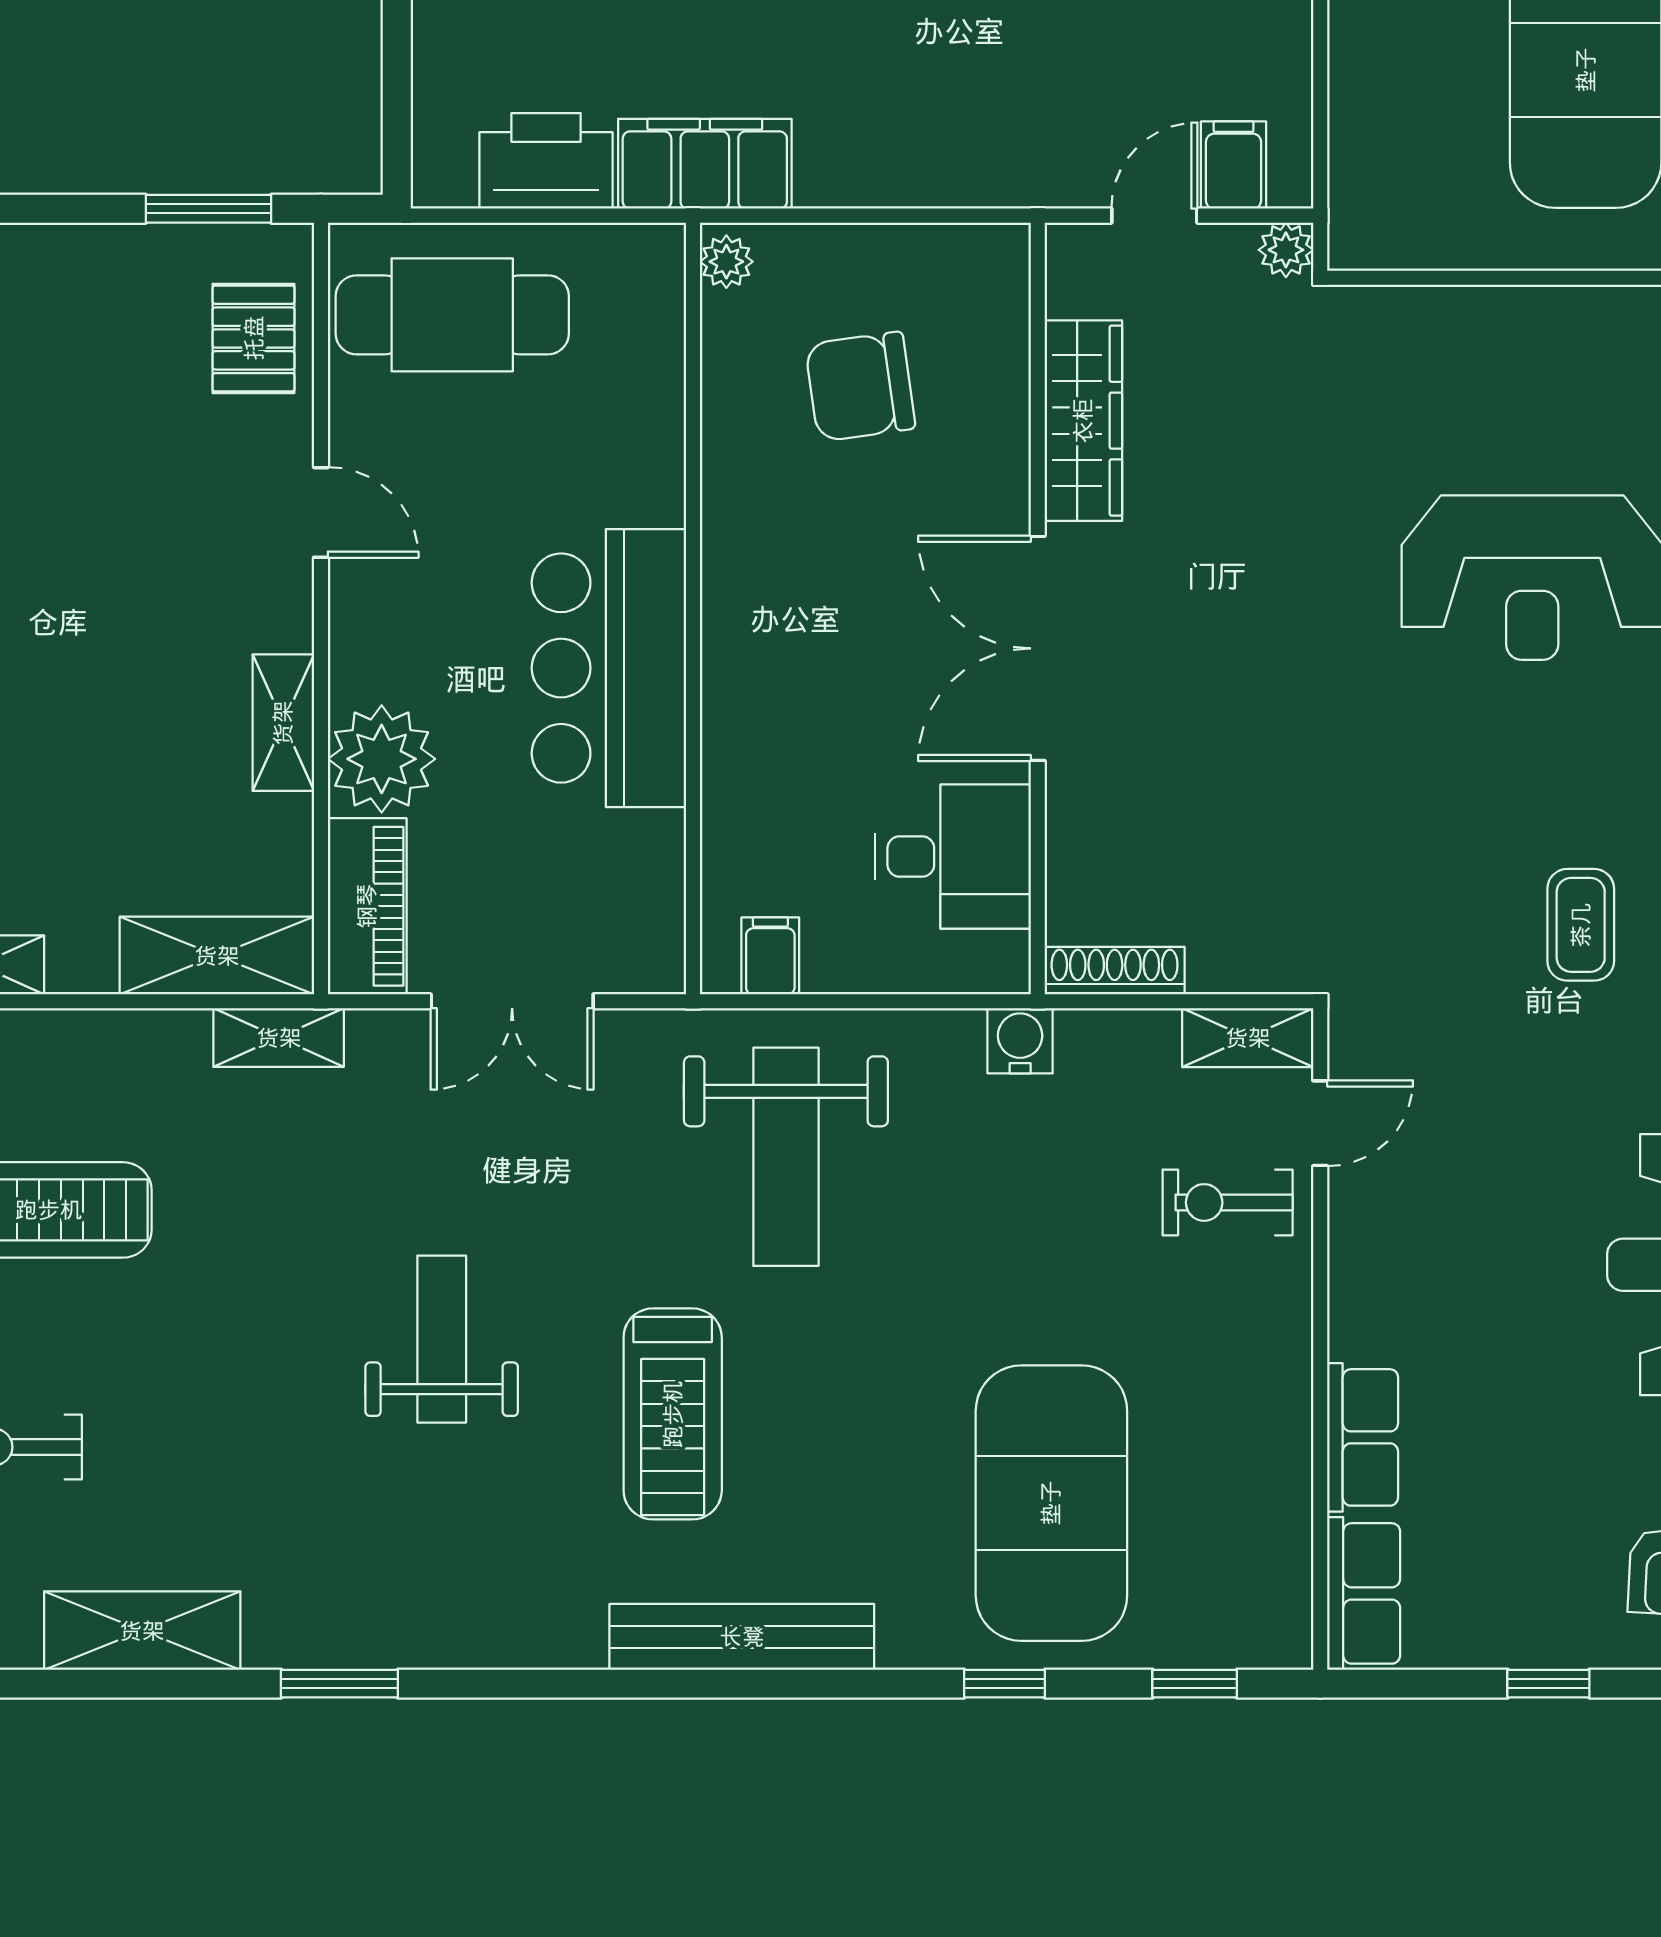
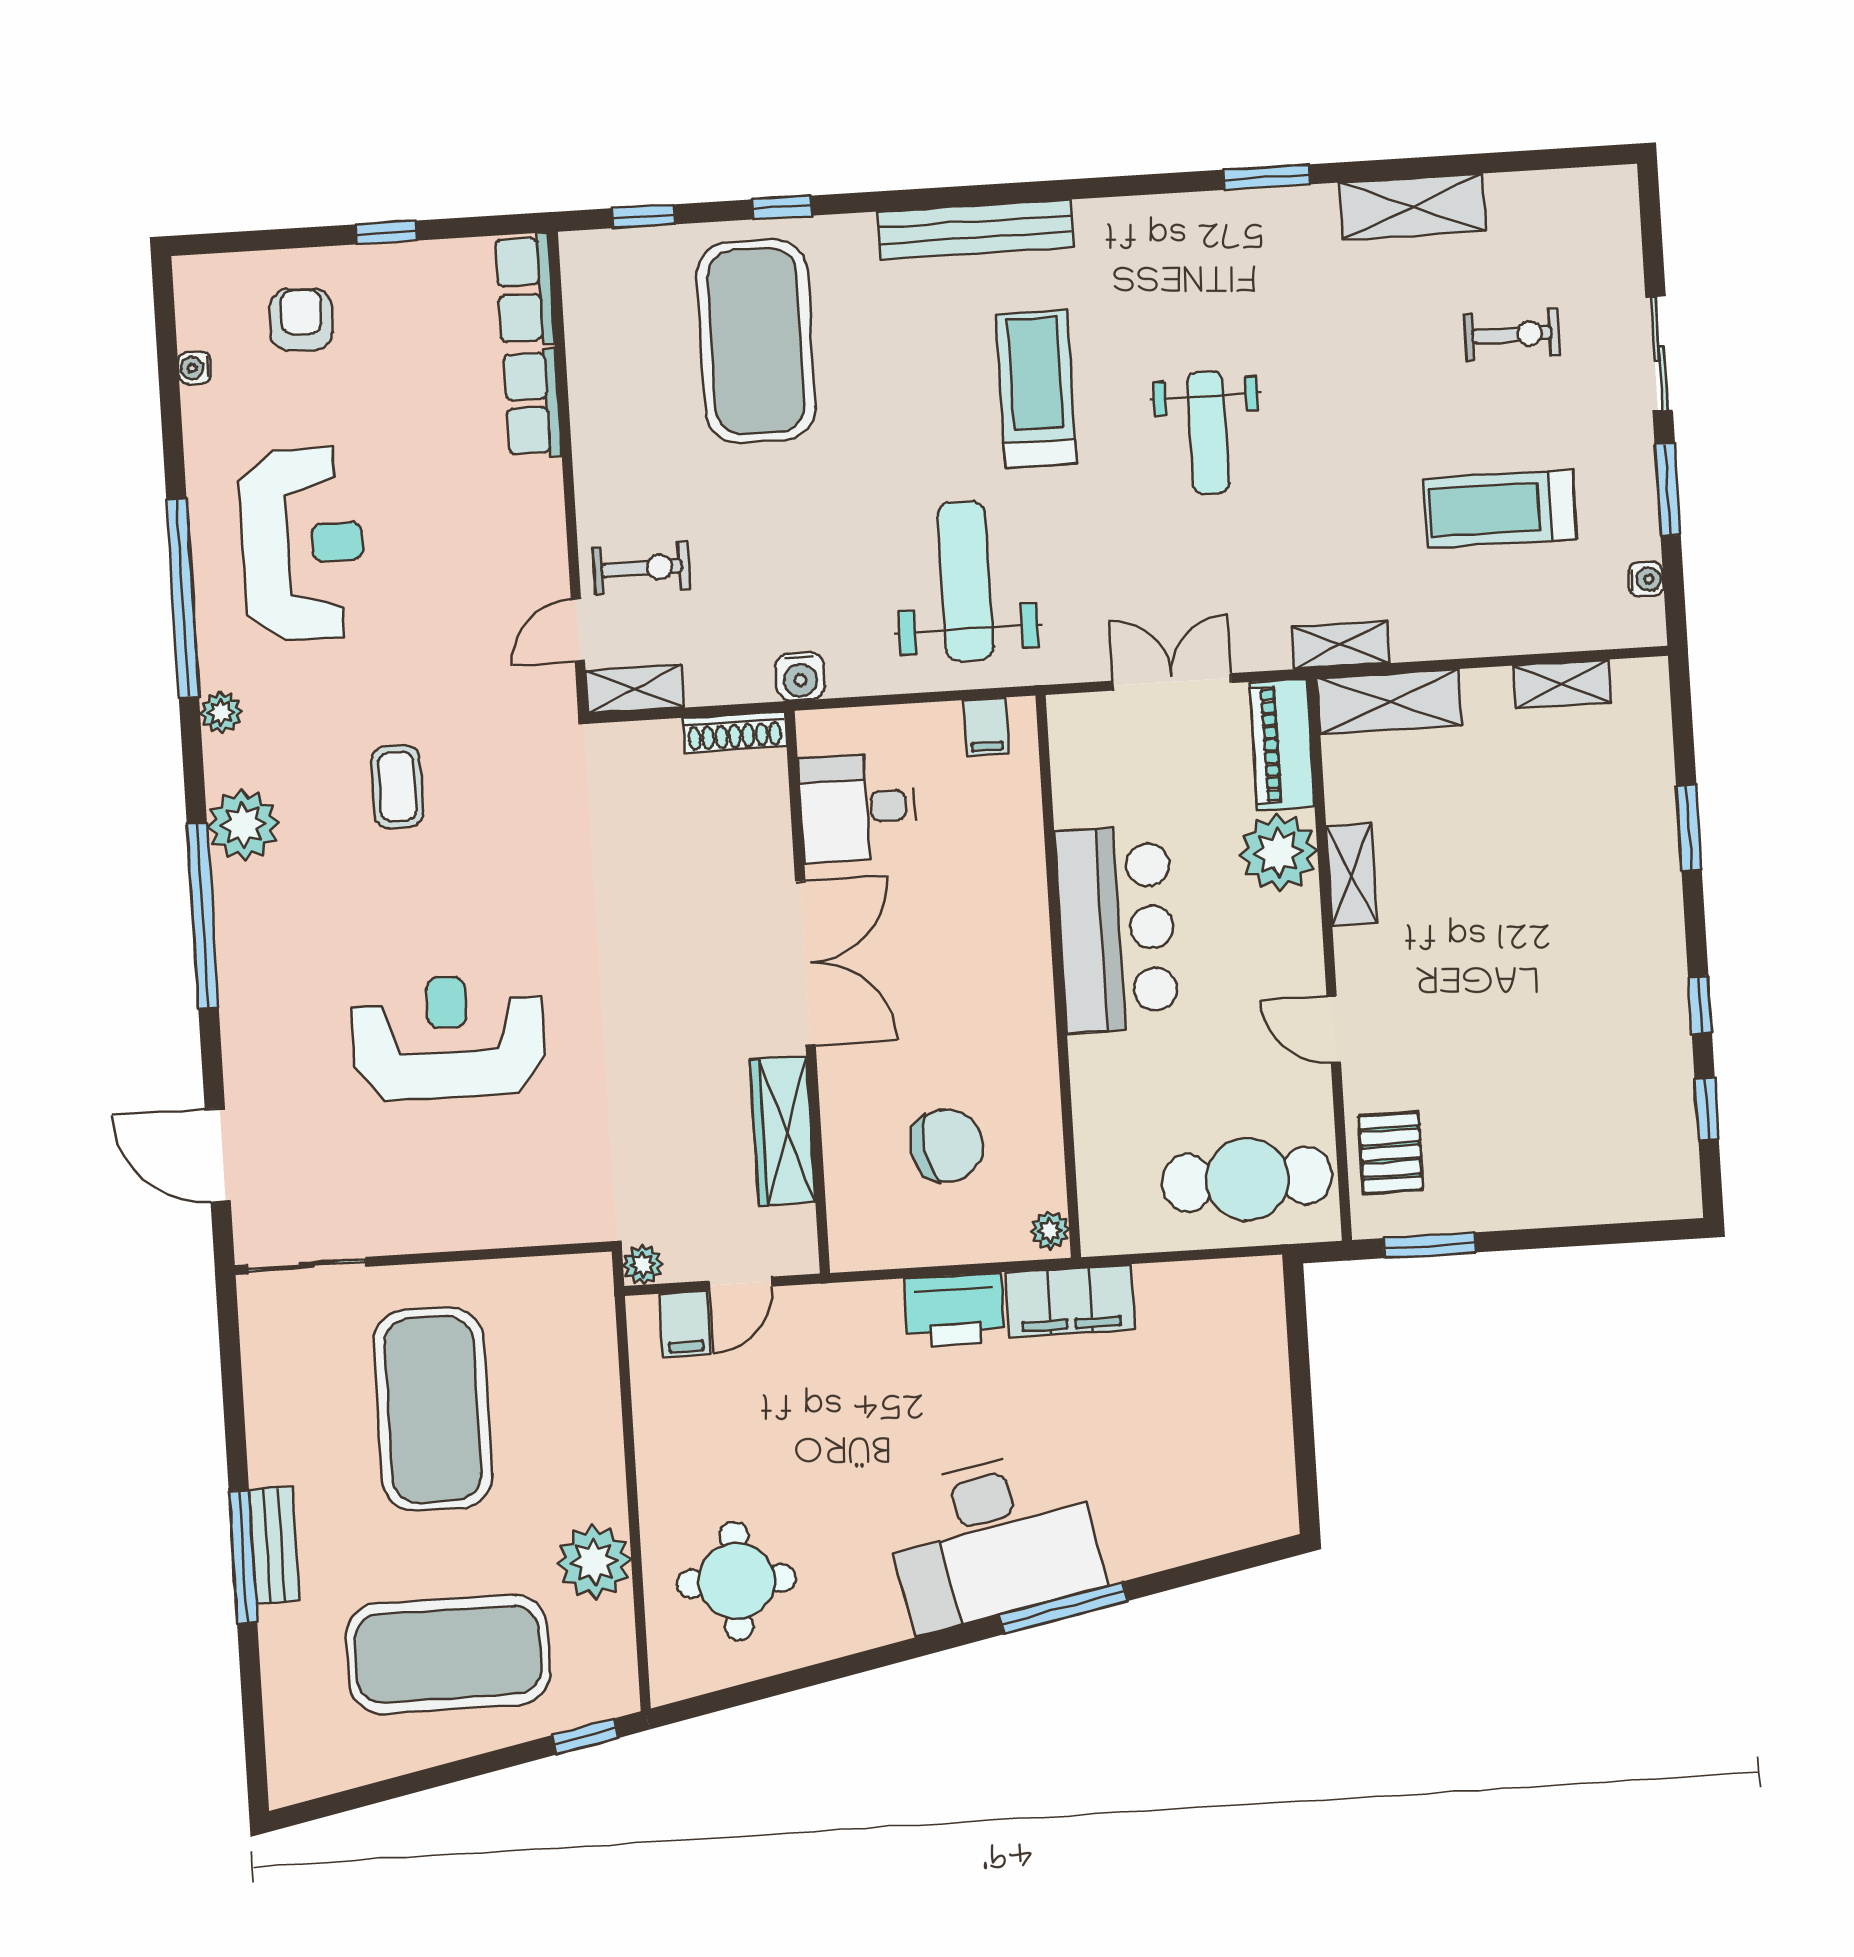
printer: (546, 161) -> (955, 1310), moved

